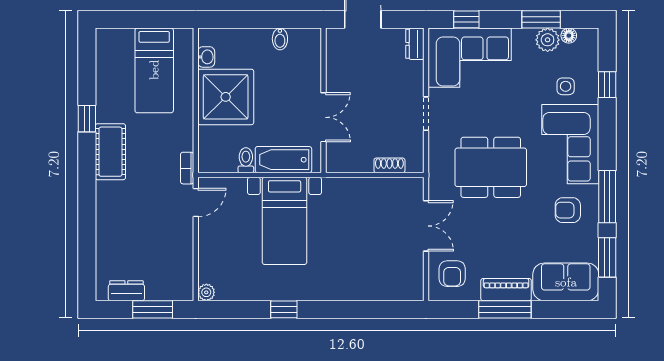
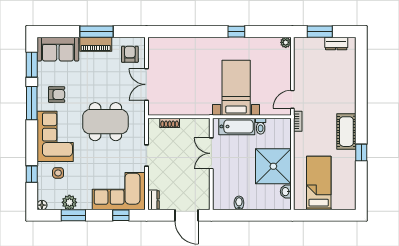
floor lamp: (569, 36) -> (42, 205), moved

